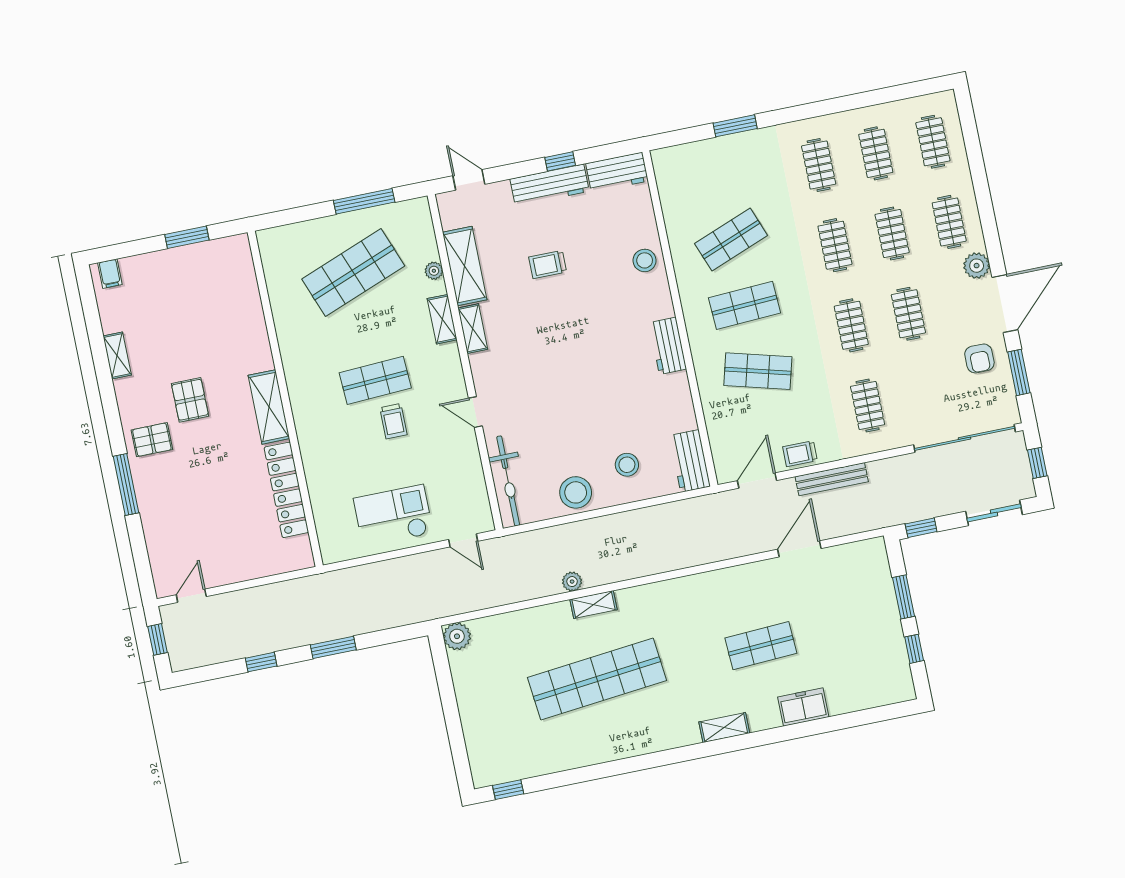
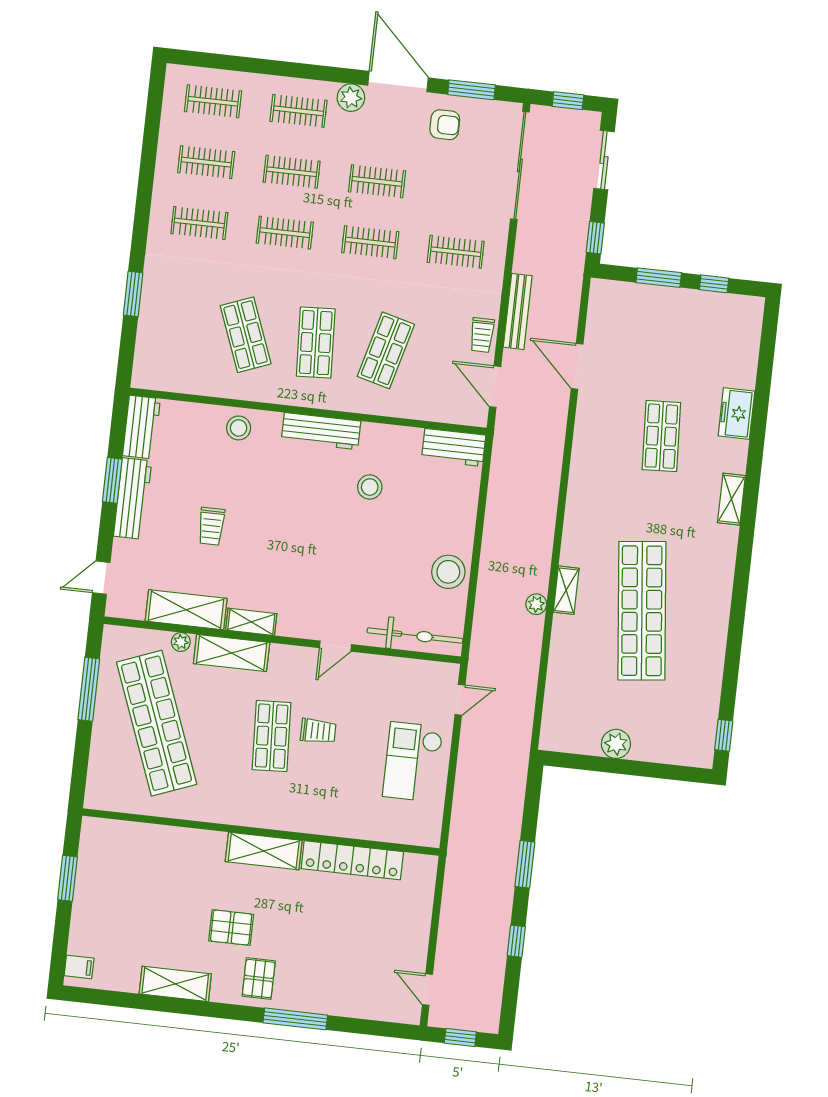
window: (560, 161) -> (112, 480), width x1.50
shop shelf: (353, 273) -> (157, 723), width x1.40
shelving: (442, 319) -> (232, 653), width x1.50, depth x1.33
workbench: (668, 346) -> (321, 431), width x1.38
shelving: (117, 355) -> (175, 984), width x1.50, depth x1.33
stool: (627, 465) -> (370, 487), moved
plant: (457, 636) -> (616, 744), moved

